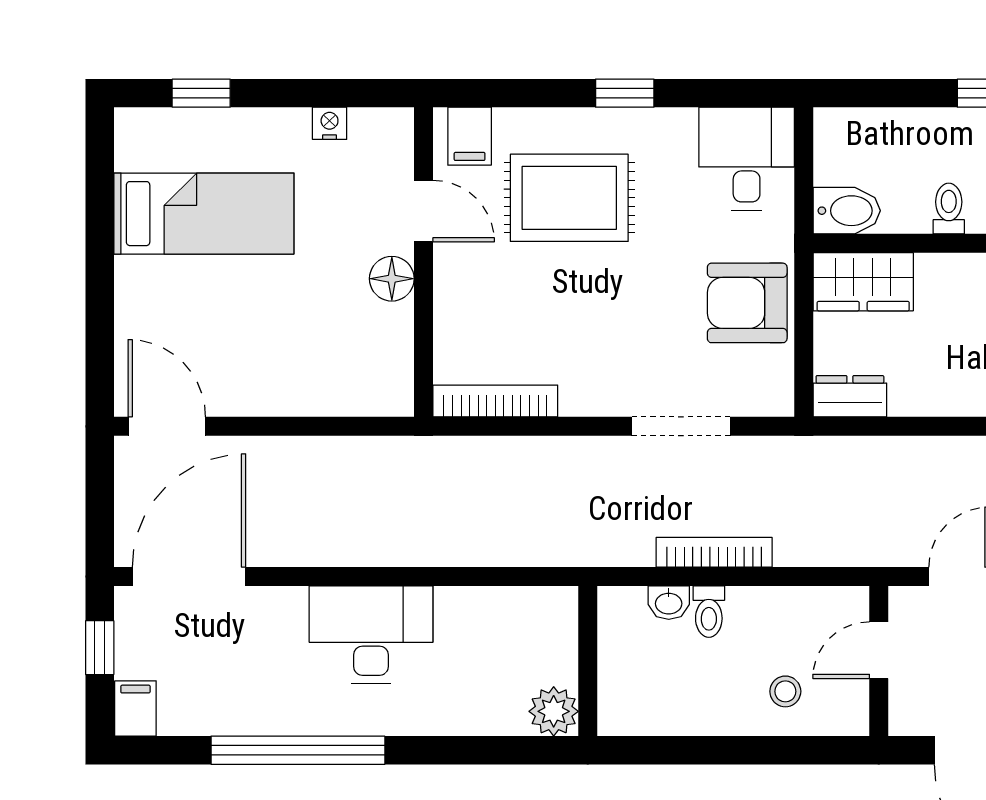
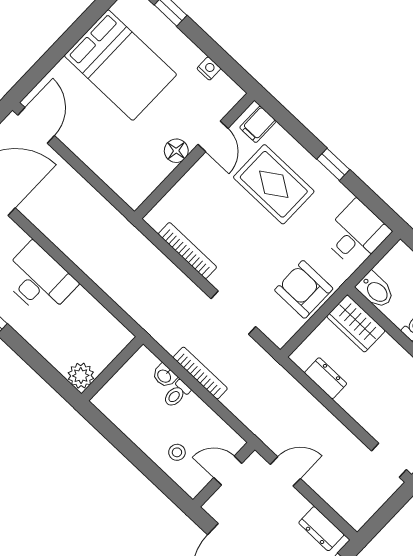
bed: (204, 214) -> (120, 65), width x1.50
dresser: (850, 396) -> (326, 378), moved
bookcase: (495, 401) -> (187, 251), moved

